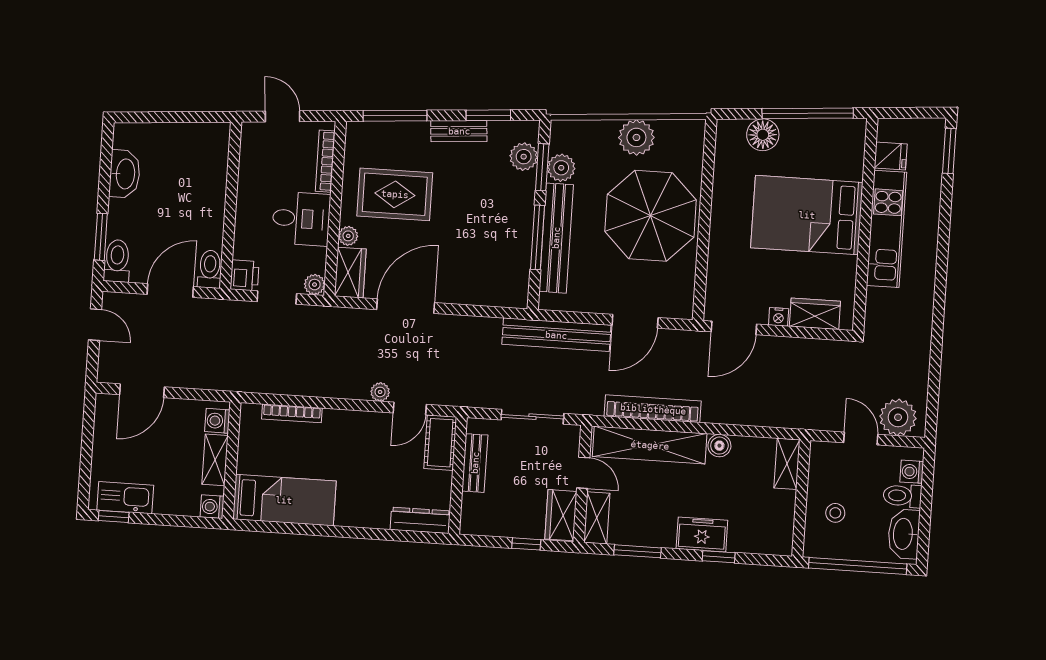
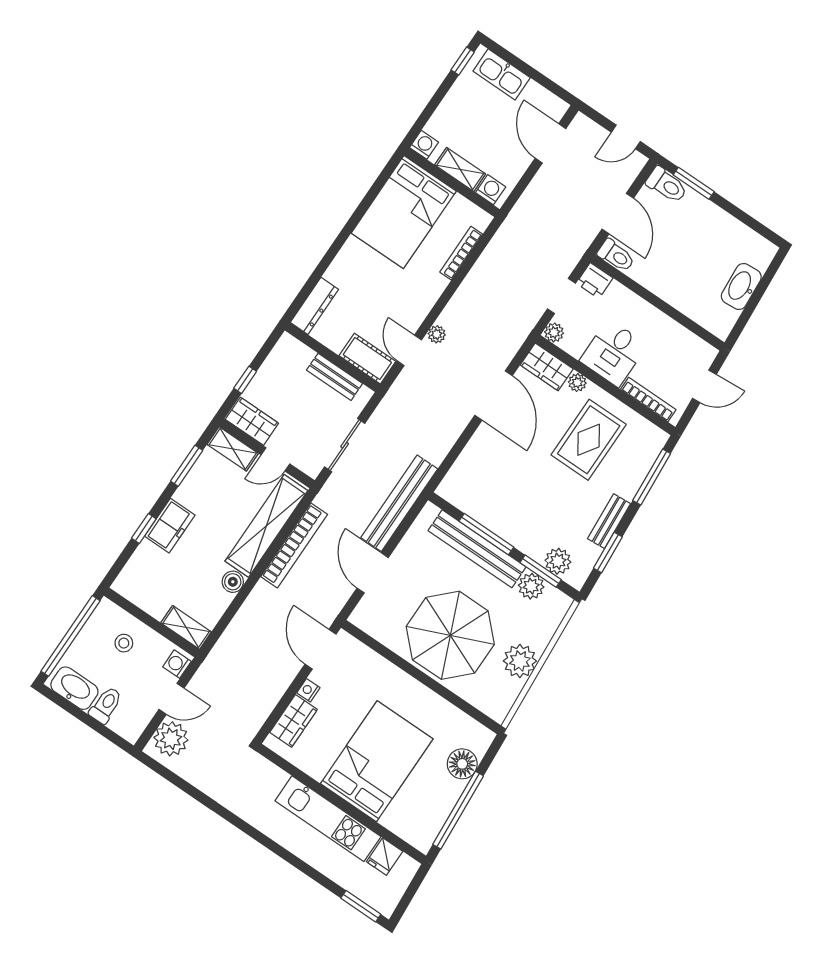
washbasin: (125, 174) -> (741, 287), moved, turned 86
washing machine: (912, 472) -> (177, 664), moved, turned -90
kitchen sink: (125, 498) -> (502, 74), moved, turned 90
bed: (284, 500) -> (404, 212), width x1.50

